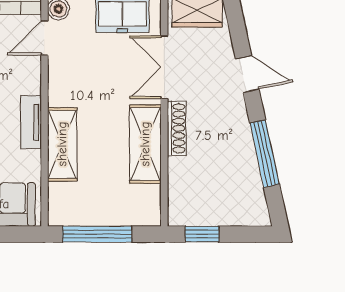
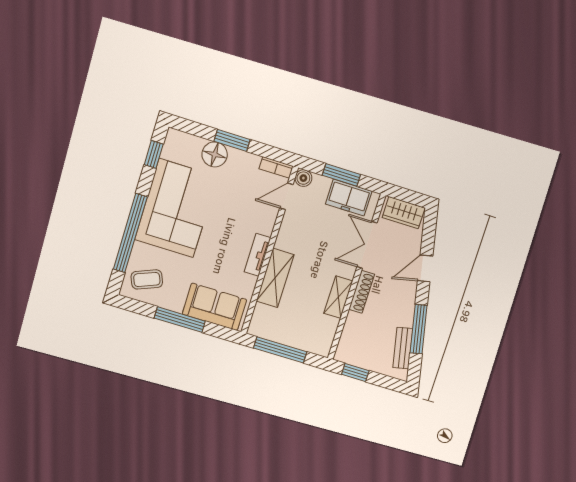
door: (247, 74) -> (425, 268), swing flipped
shelving: (145, 144) -> (338, 297), width x0.67, depth x0.75
bench: (252, 184) -> (403, 348), added

